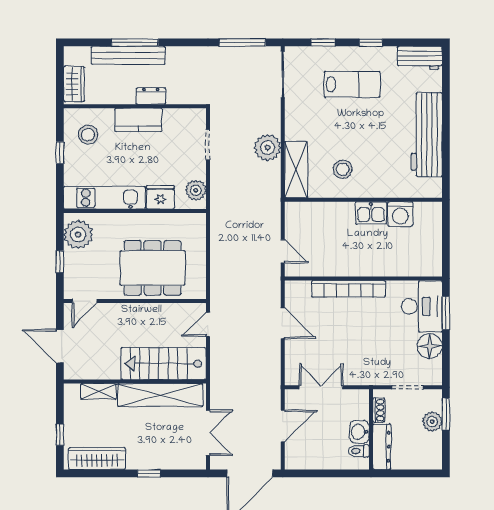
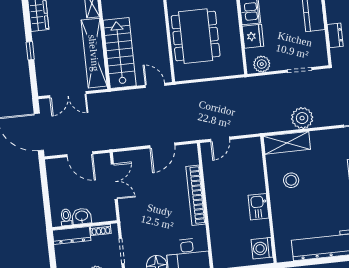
dresser: (151, 96) -> (335, 35), moved
washing machine: (400, 214) -> (262, 248), moved

